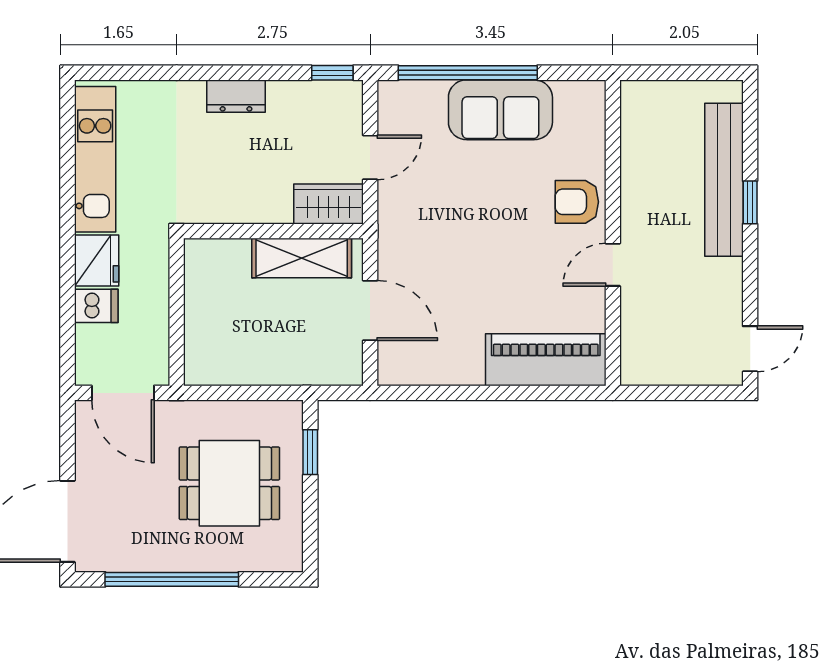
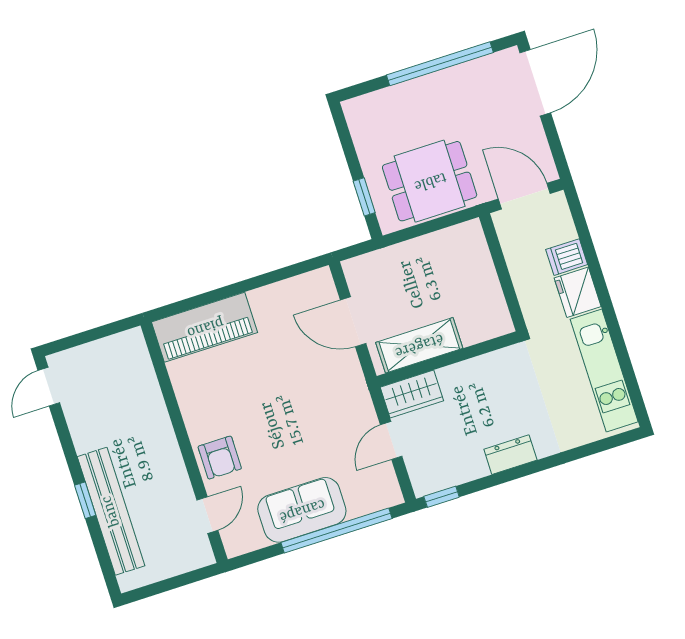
armchair: (577, 202) -> (220, 458), turned 90
door: (613, 265) -> (207, 515), moved
dining table: (229, 483) -> (430, 181), moved

